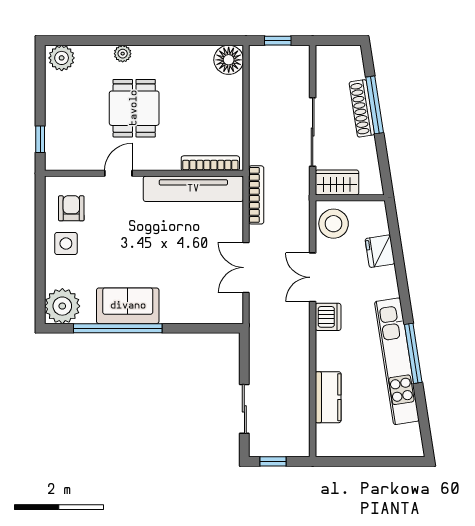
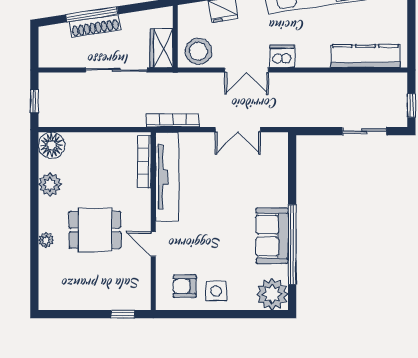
plant: (62, 58) -> (50, 184), moved
kitchen counter: (328, 397) -> (365, 56), width x1.50

